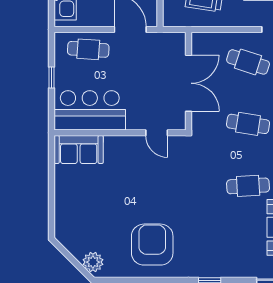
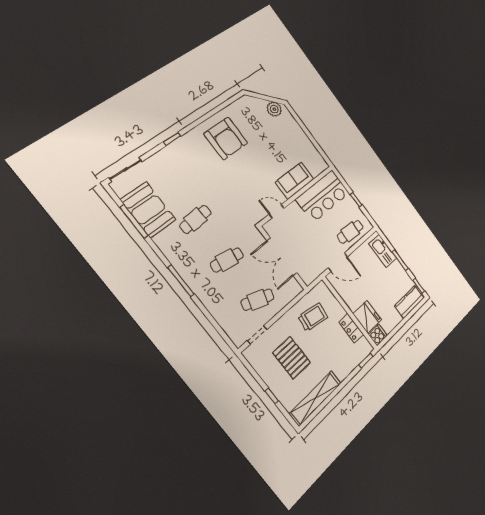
sofa: (79, 150) -> (295, 181), moved
plant: (93, 262) -> (274, 109), moved

